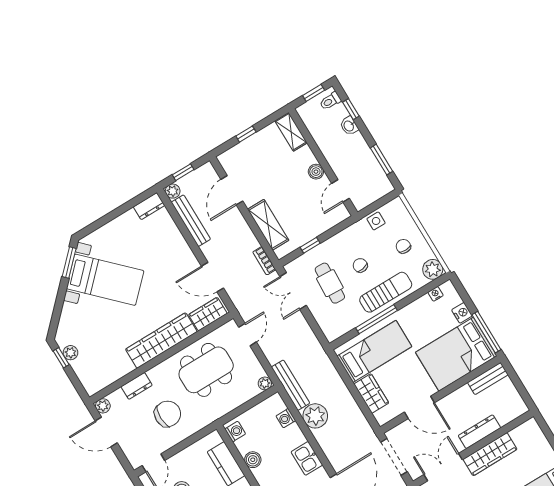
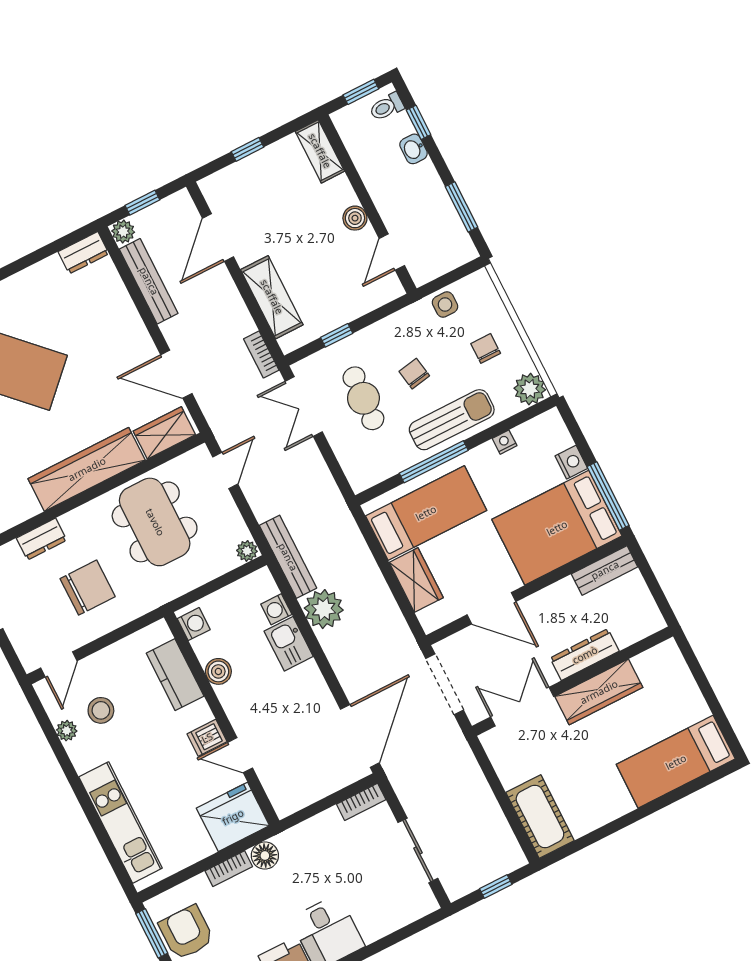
nightstand: (436, 294) -> (505, 442), moved
dining table: (206, 370) -> (155, 522), turned 90
kitchen sink: (307, 458) -> (289, 644), moved

